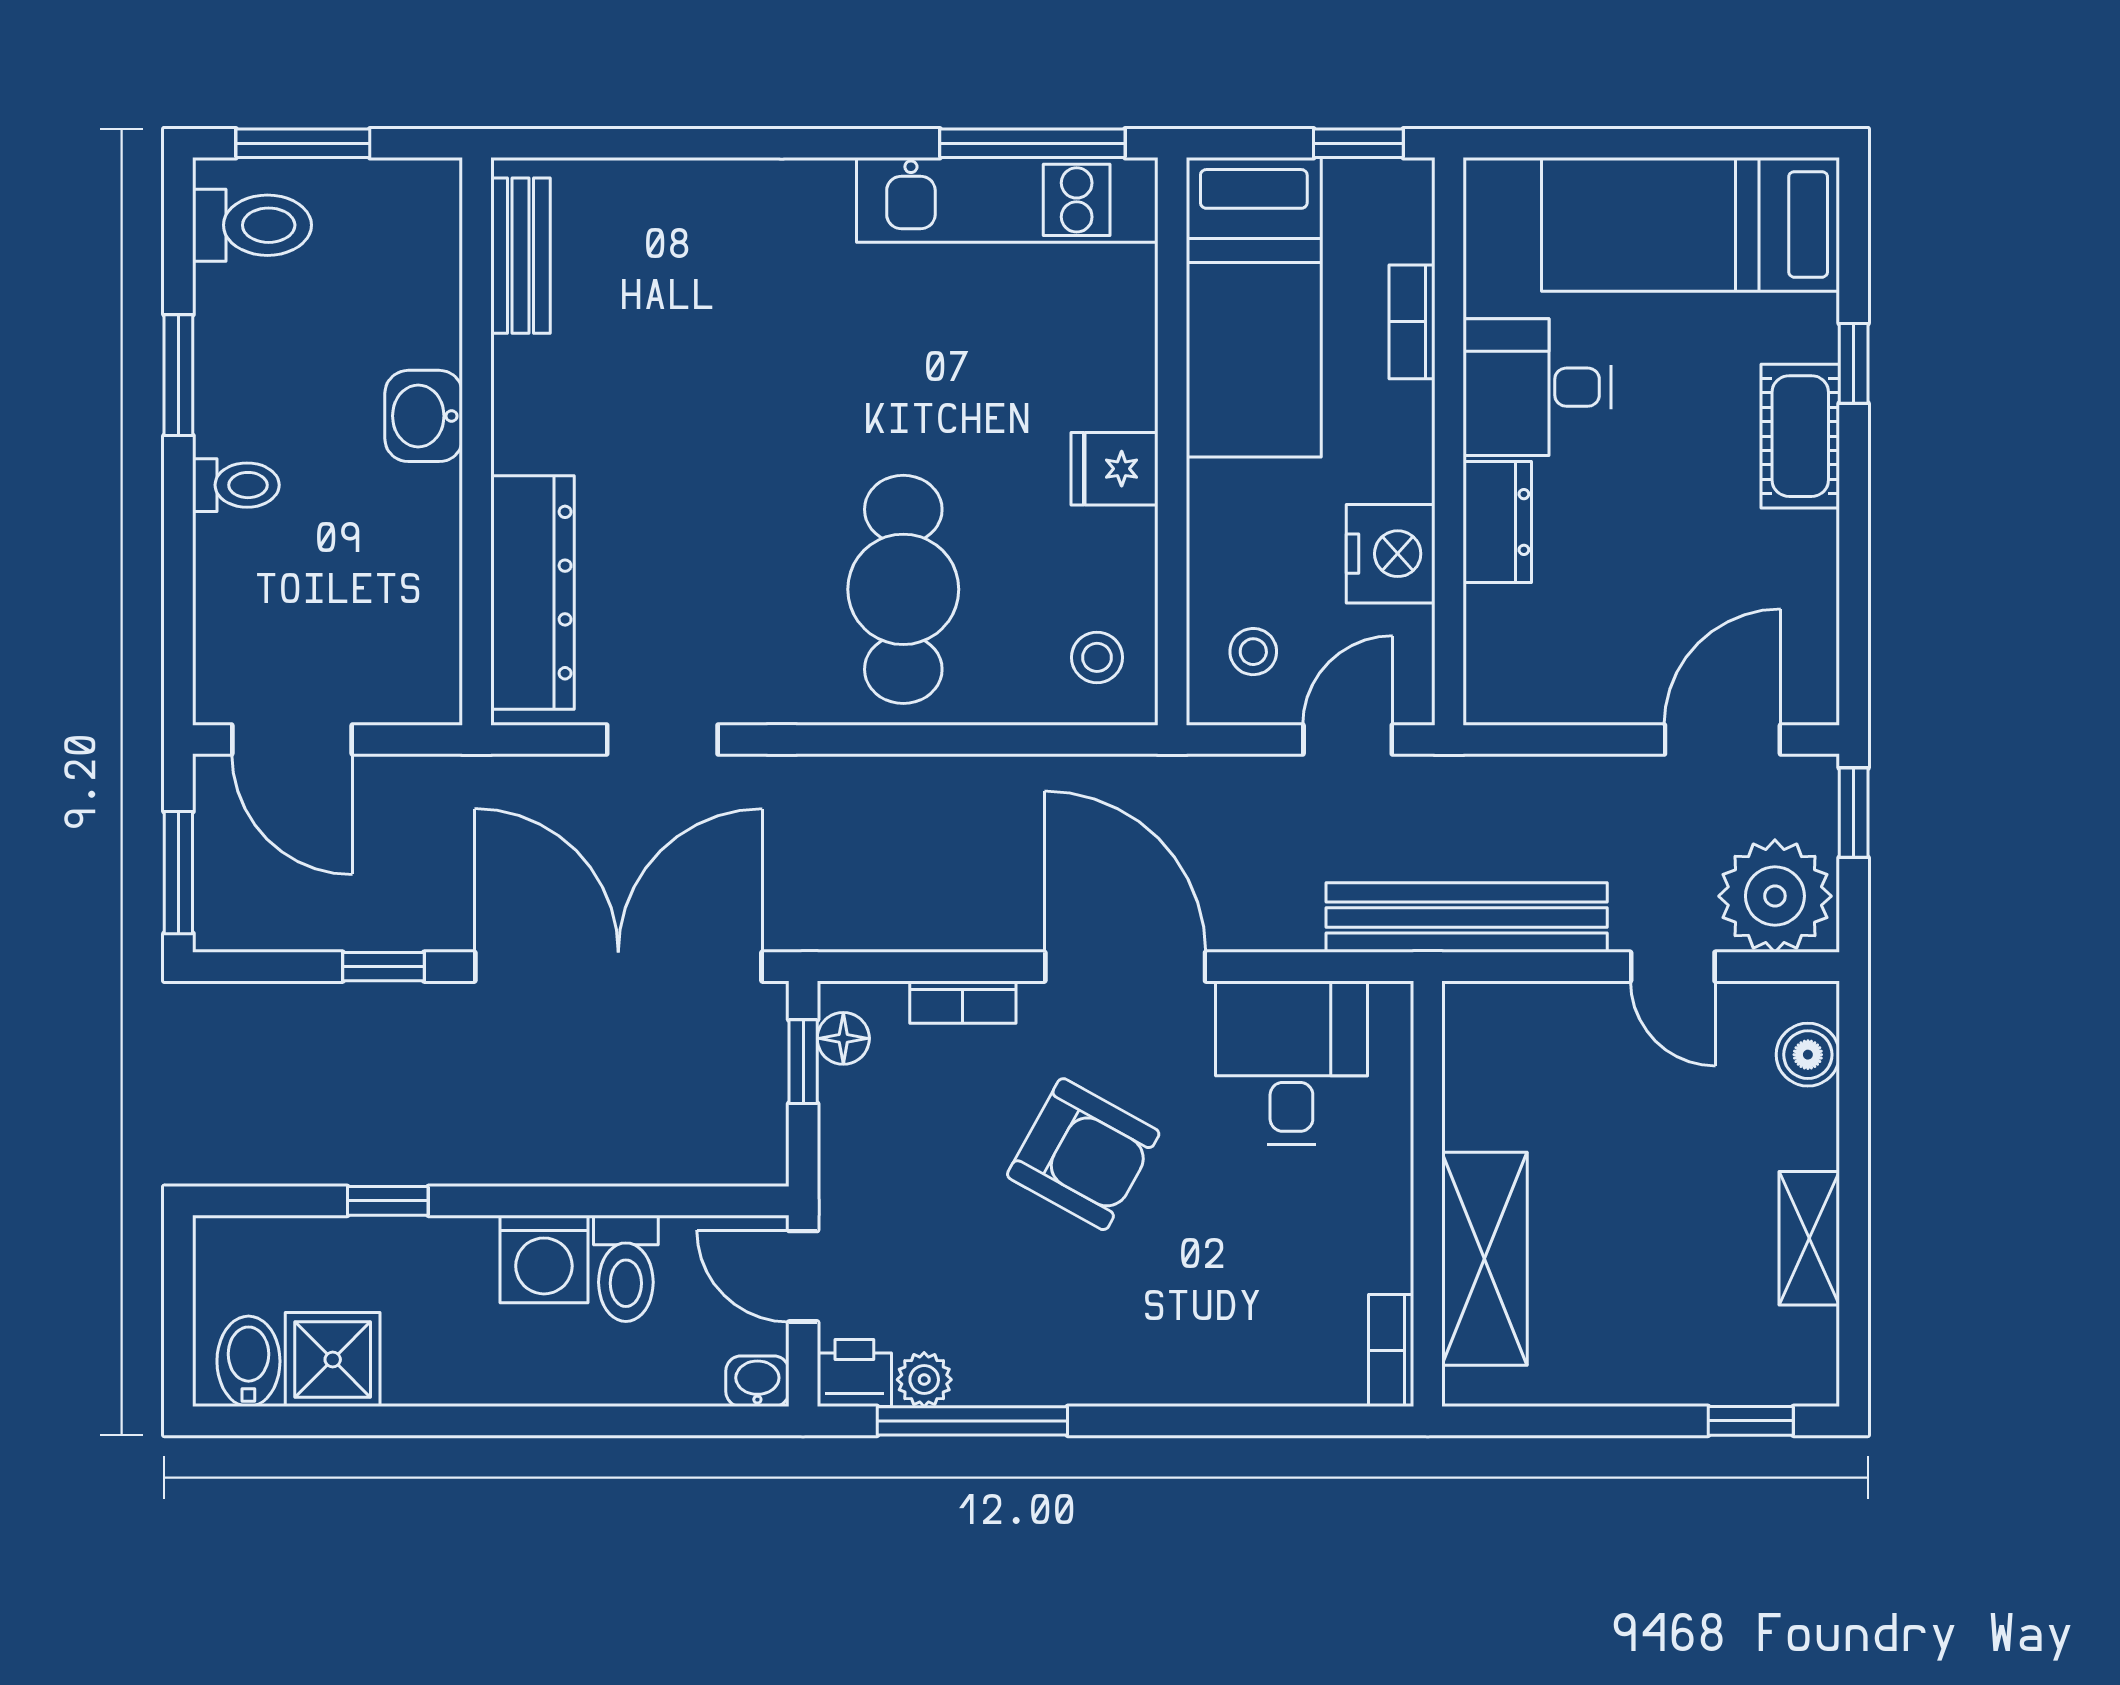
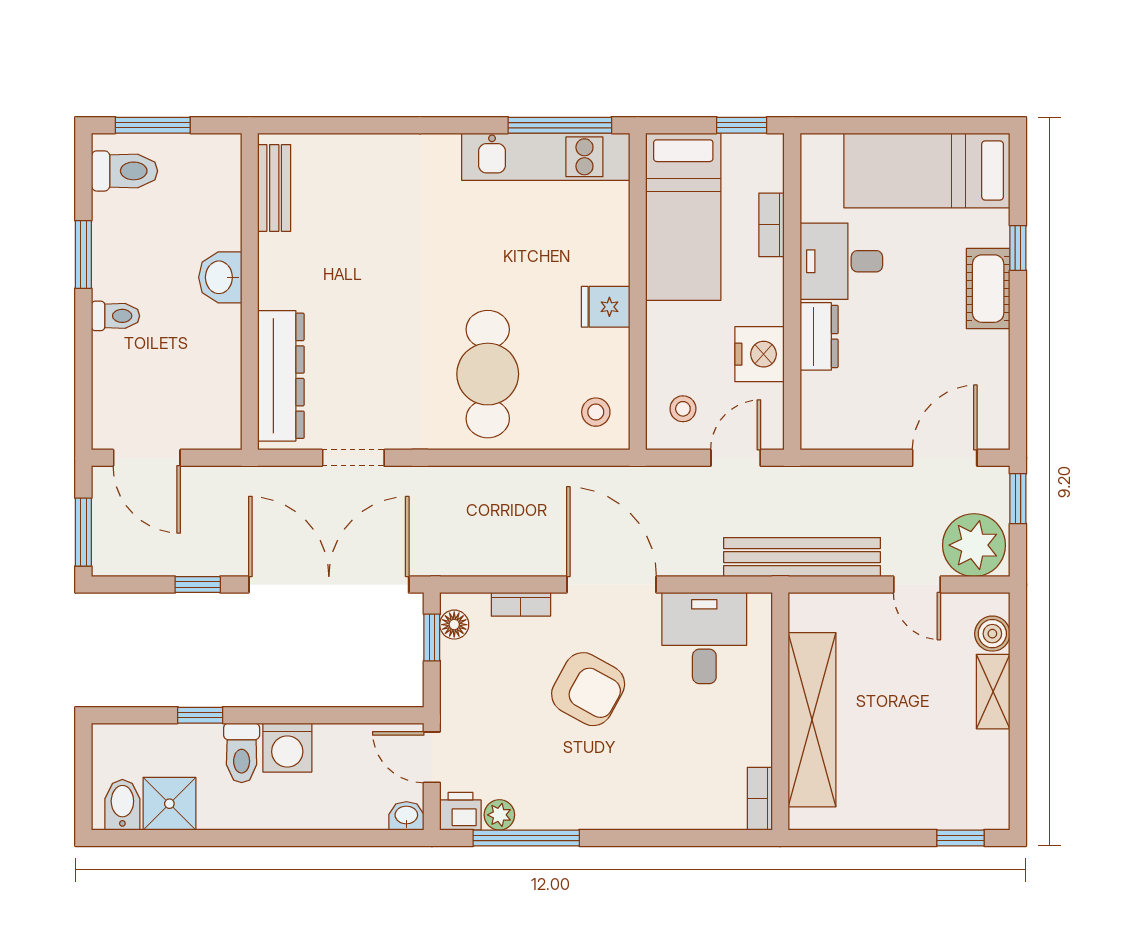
shelving: (1809, 1238) -> (993, 692), moved
shelving: (1485, 1259) -> (812, 720), width x1.47
toilet: (626, 1268) -> (242, 753), moved

